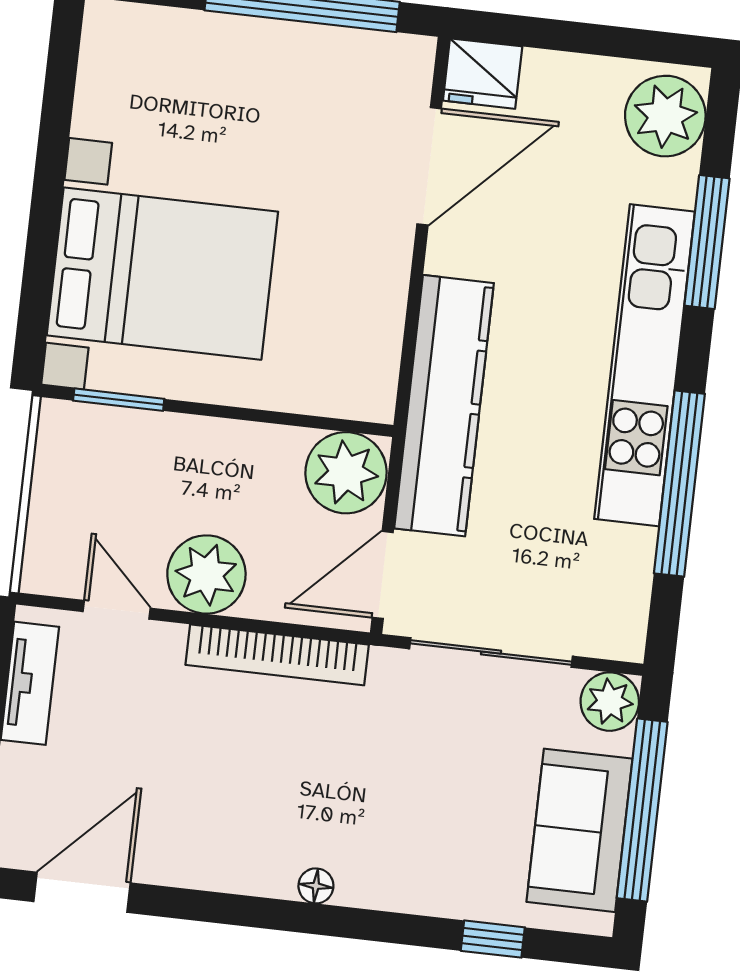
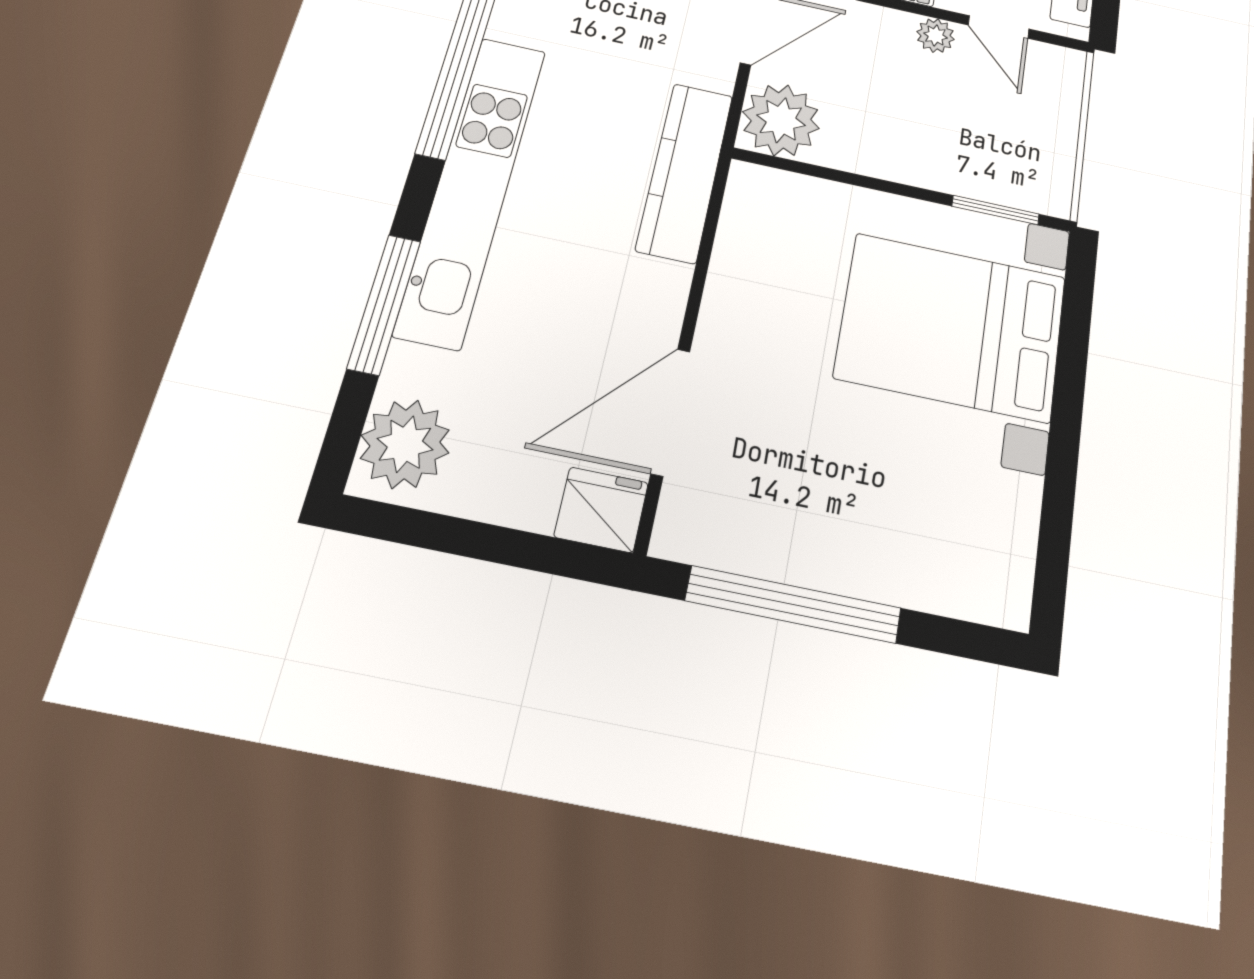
kitchen counter: (444, 406) -> (685, 172), width x0.72, depth x0.86
plant: (206, 574) -> (935, 36), width x0.53, depth x0.53

